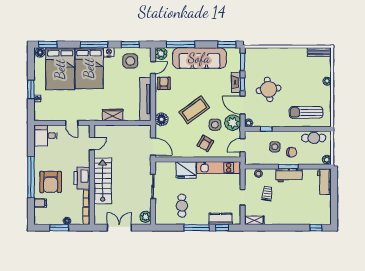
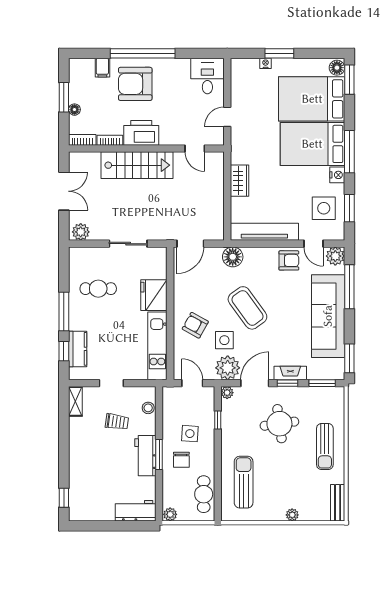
sun lounger: (283, 60) -> (325, 446), added

